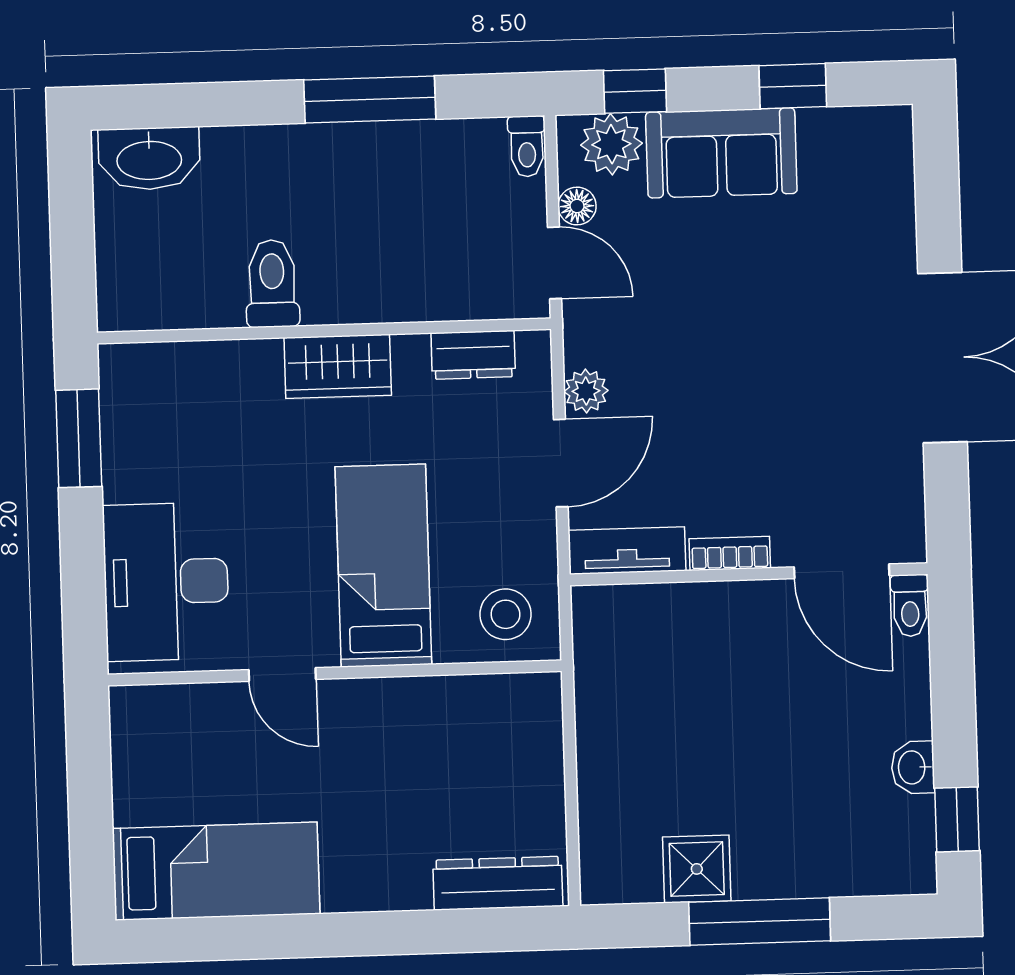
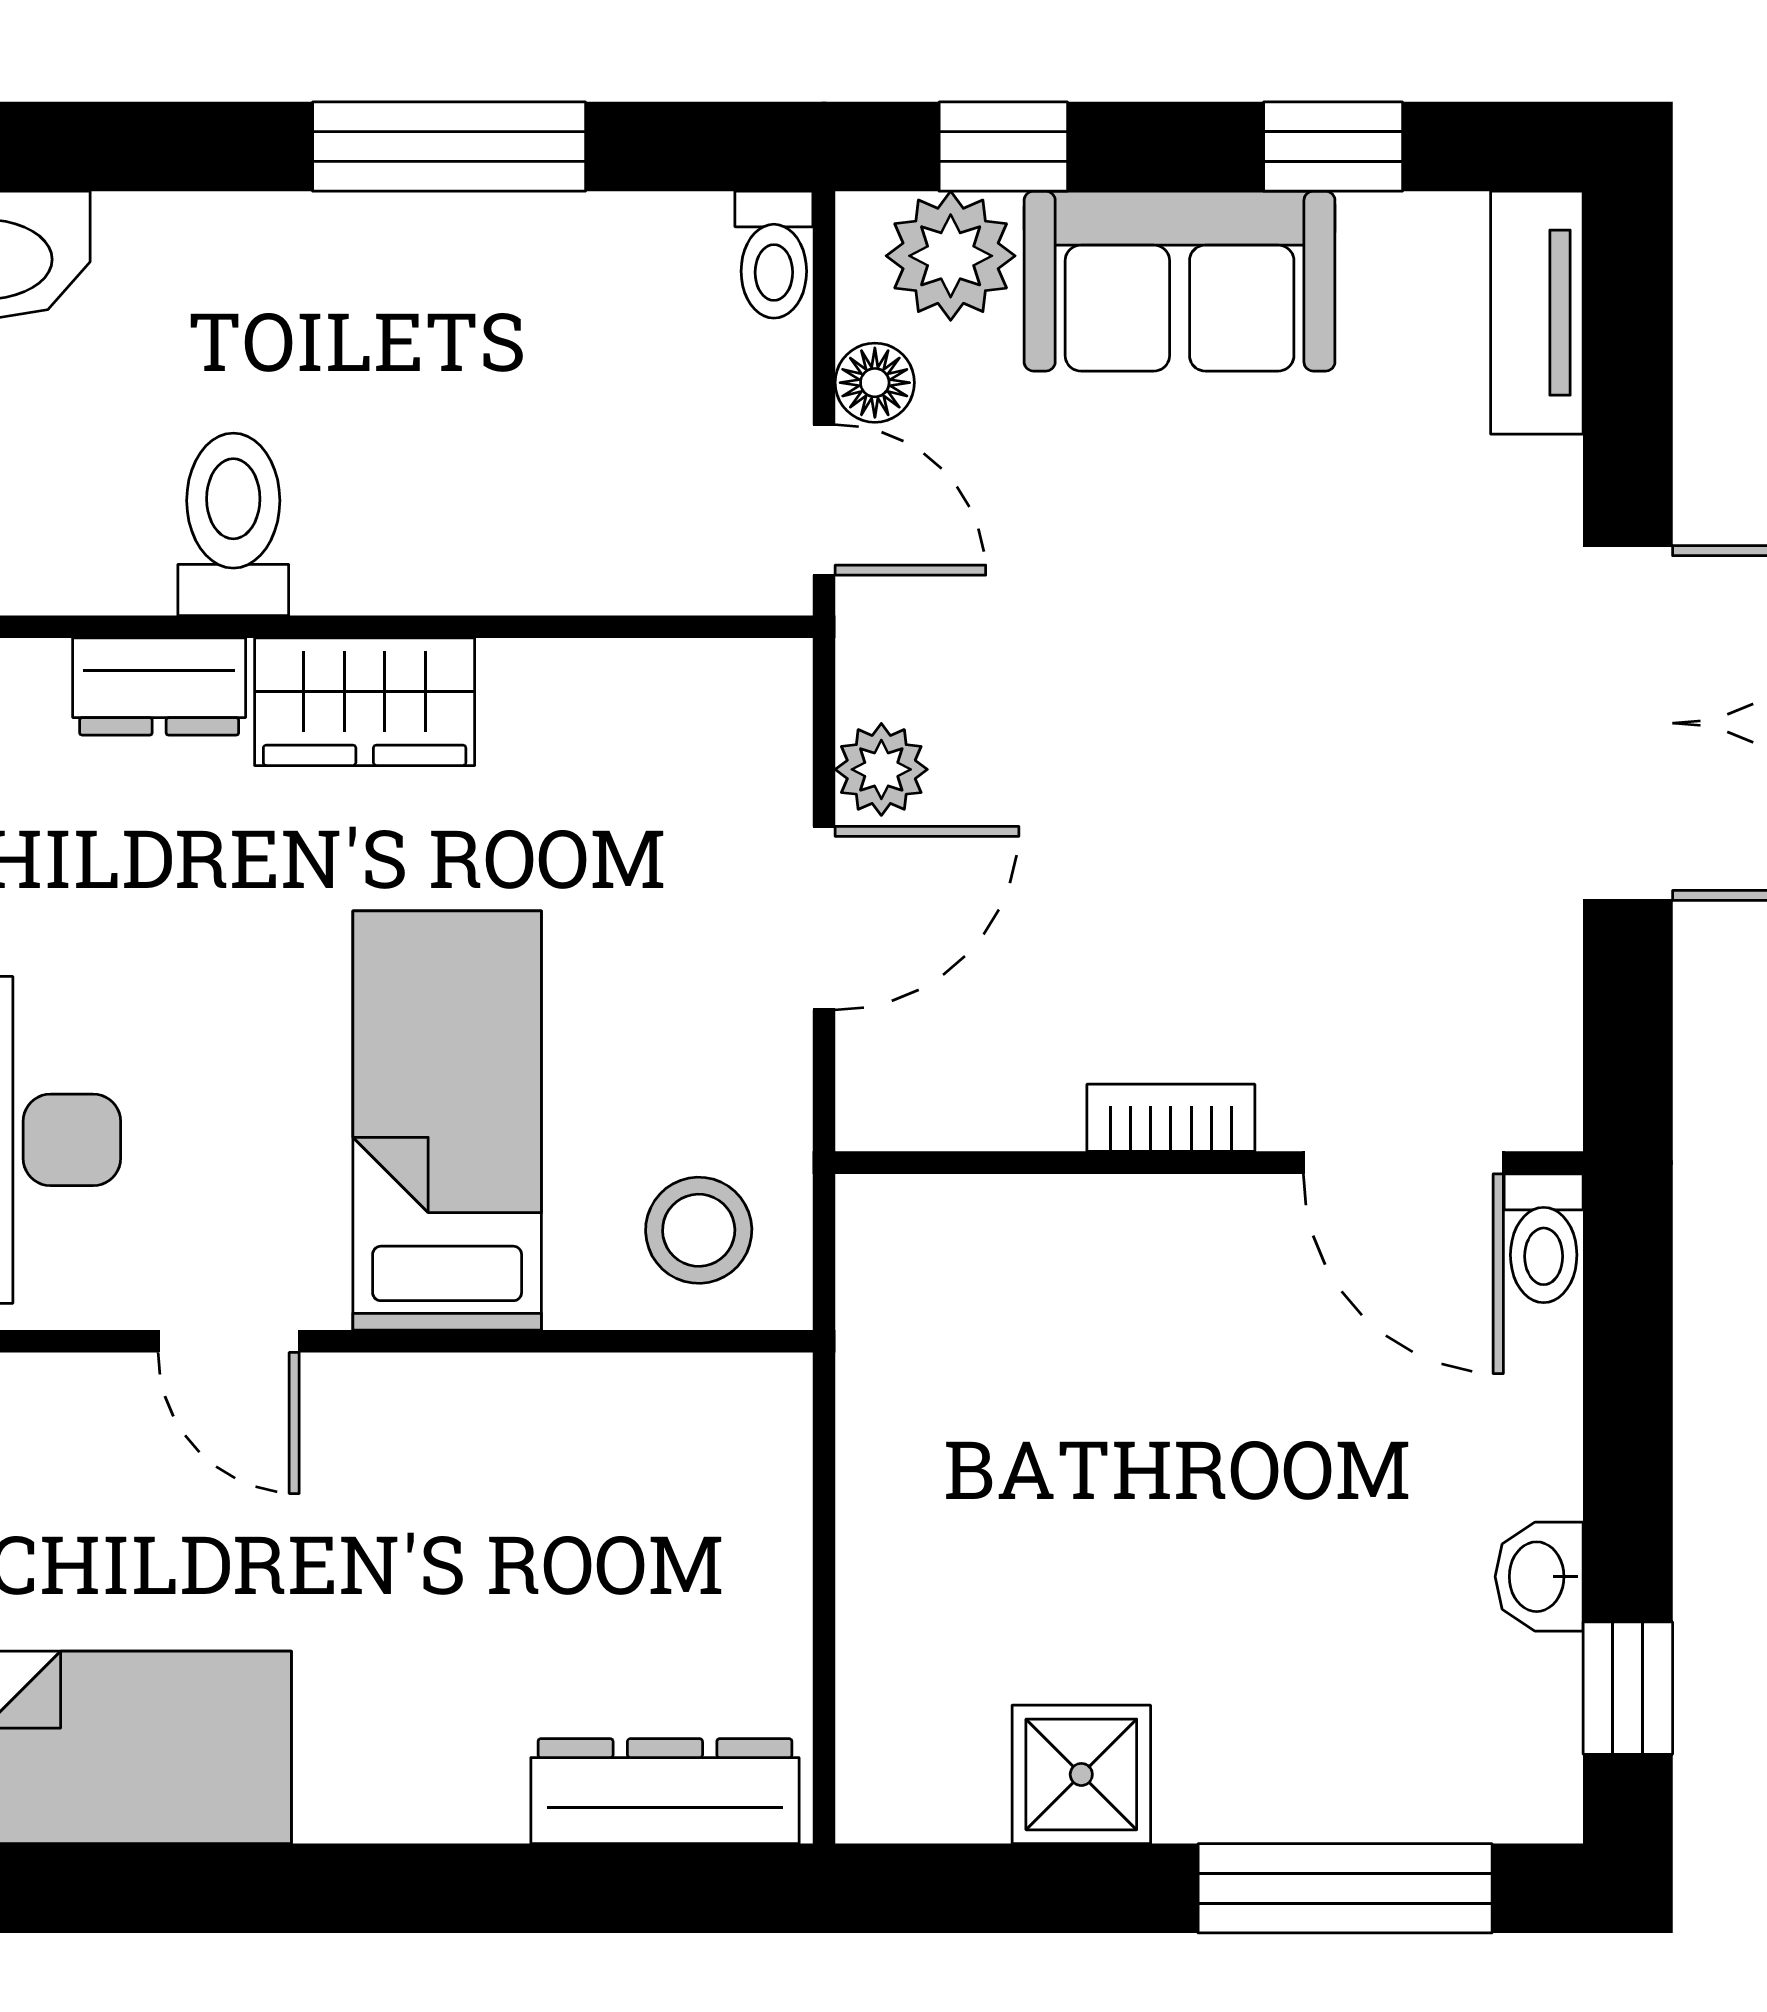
dresser: (473, 355) -> (159, 686), moved
tv unit: (627, 551) -> (1537, 313), moved, turned -90
window: (760, 922) -> (1345, 1888), moved

